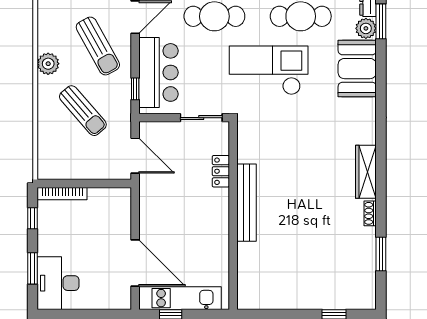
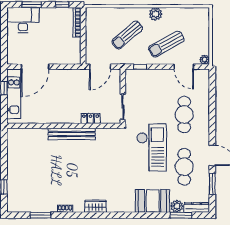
bar counter: (158, 72) -> (150, 81), removed
wardrobe: (366, 172) -> (96, 206), width x0.67

